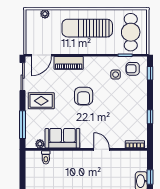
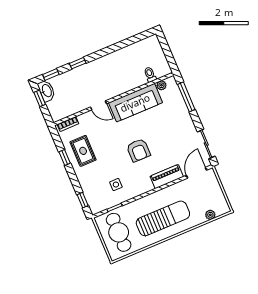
armchair: (133, 69) -> (102, 197), removed
armchair: (84, 96) -> (138, 150), turned 180
rug: (41, 101) -> (83, 151), moved, turned 90
sofa: (62, 138) -> (135, 103), width x1.36

